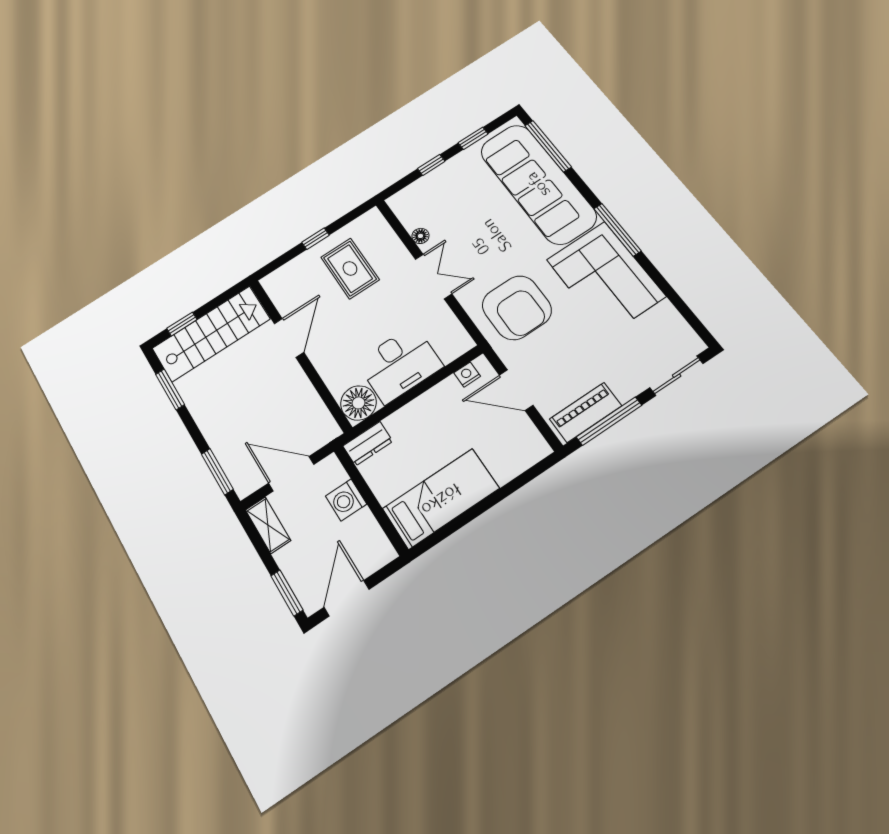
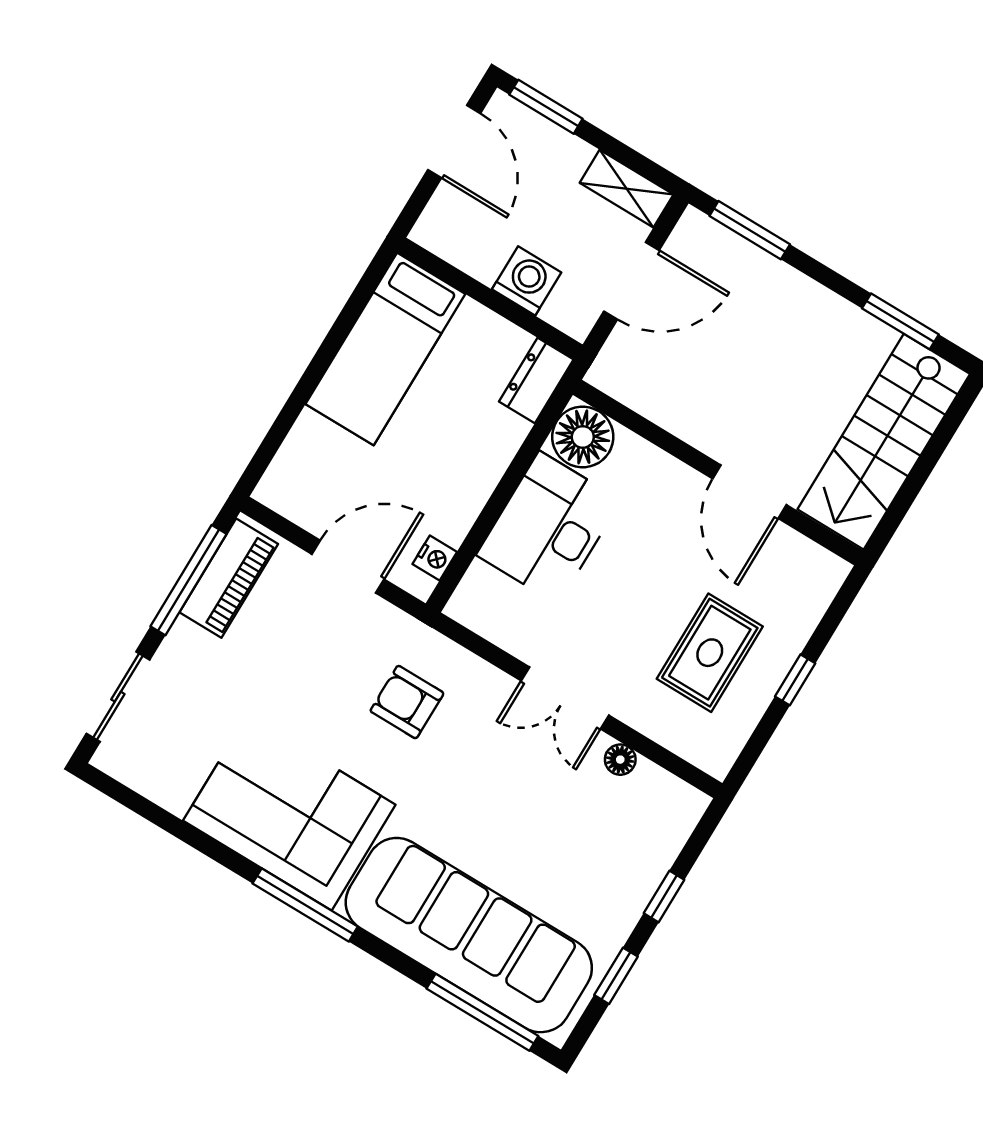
rug: (350, 268) -> (710, 653), turned 90
armchair: (517, 308) -> (407, 702), width x0.53, depth x0.53
window: (182, 324) -> (943, 436), removed

